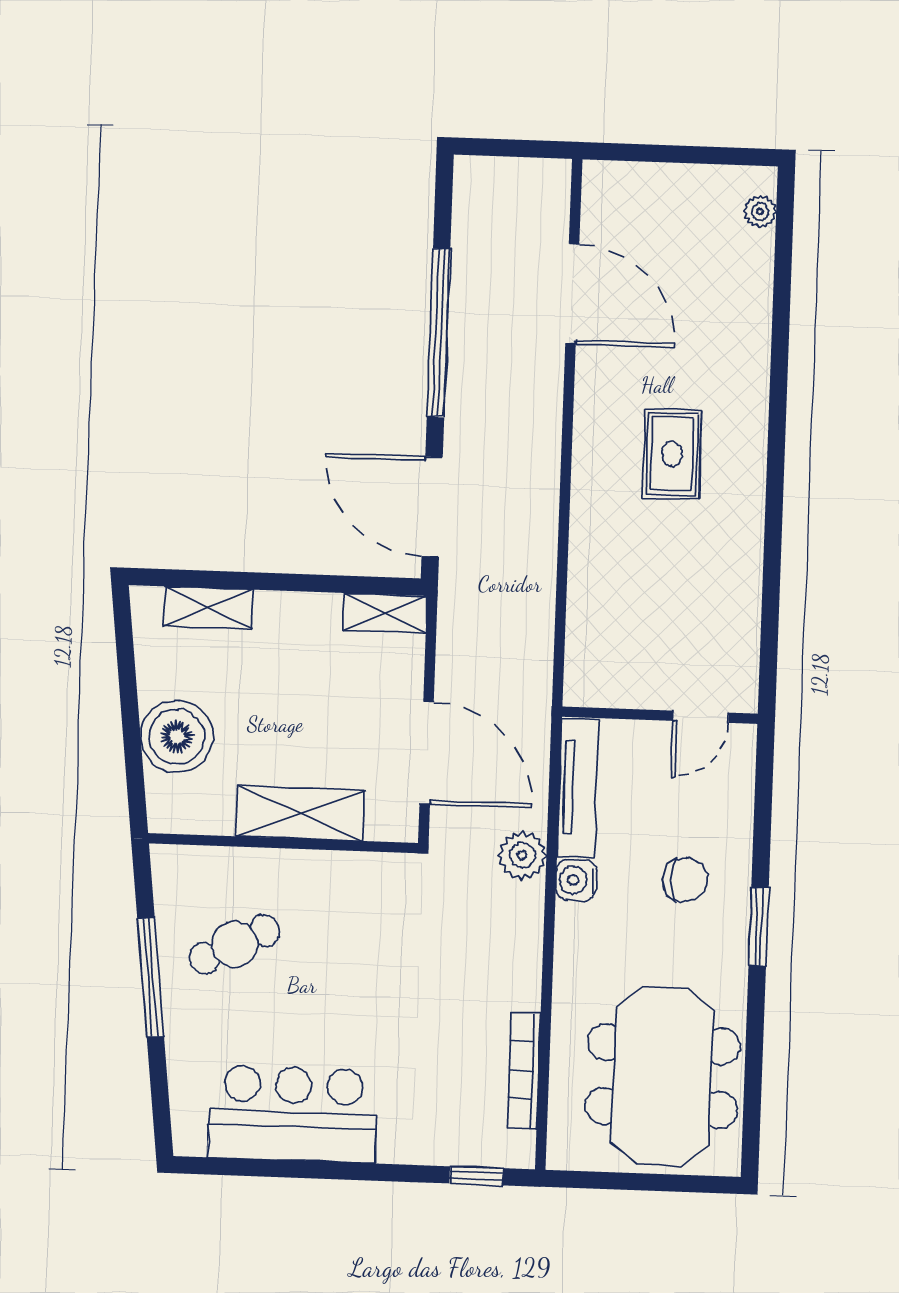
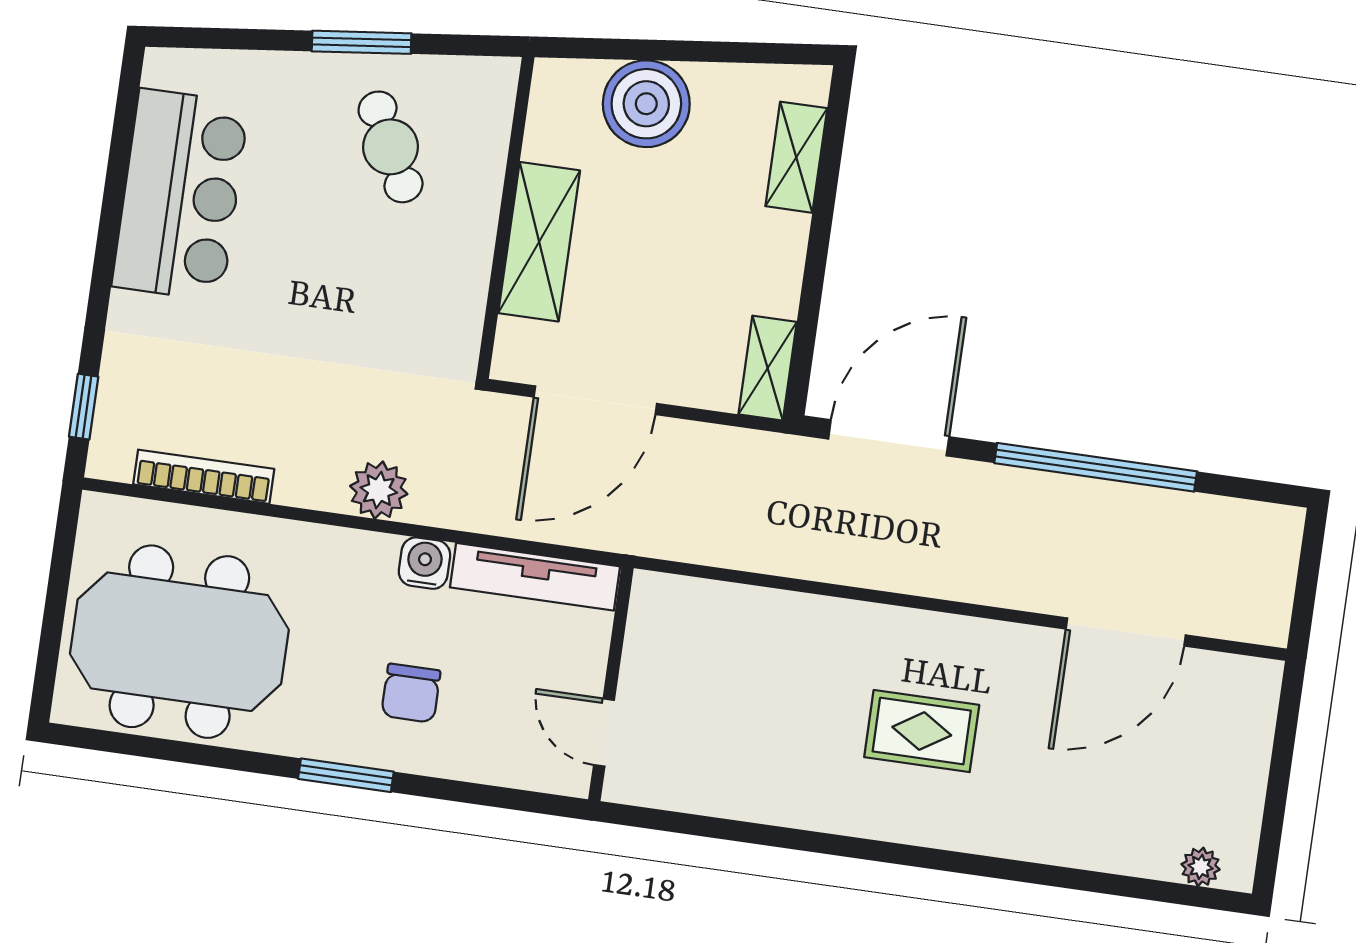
plant: (522, 855) -> (379, 490), moved
window: (151, 977) -> (362, 42), width x0.69

